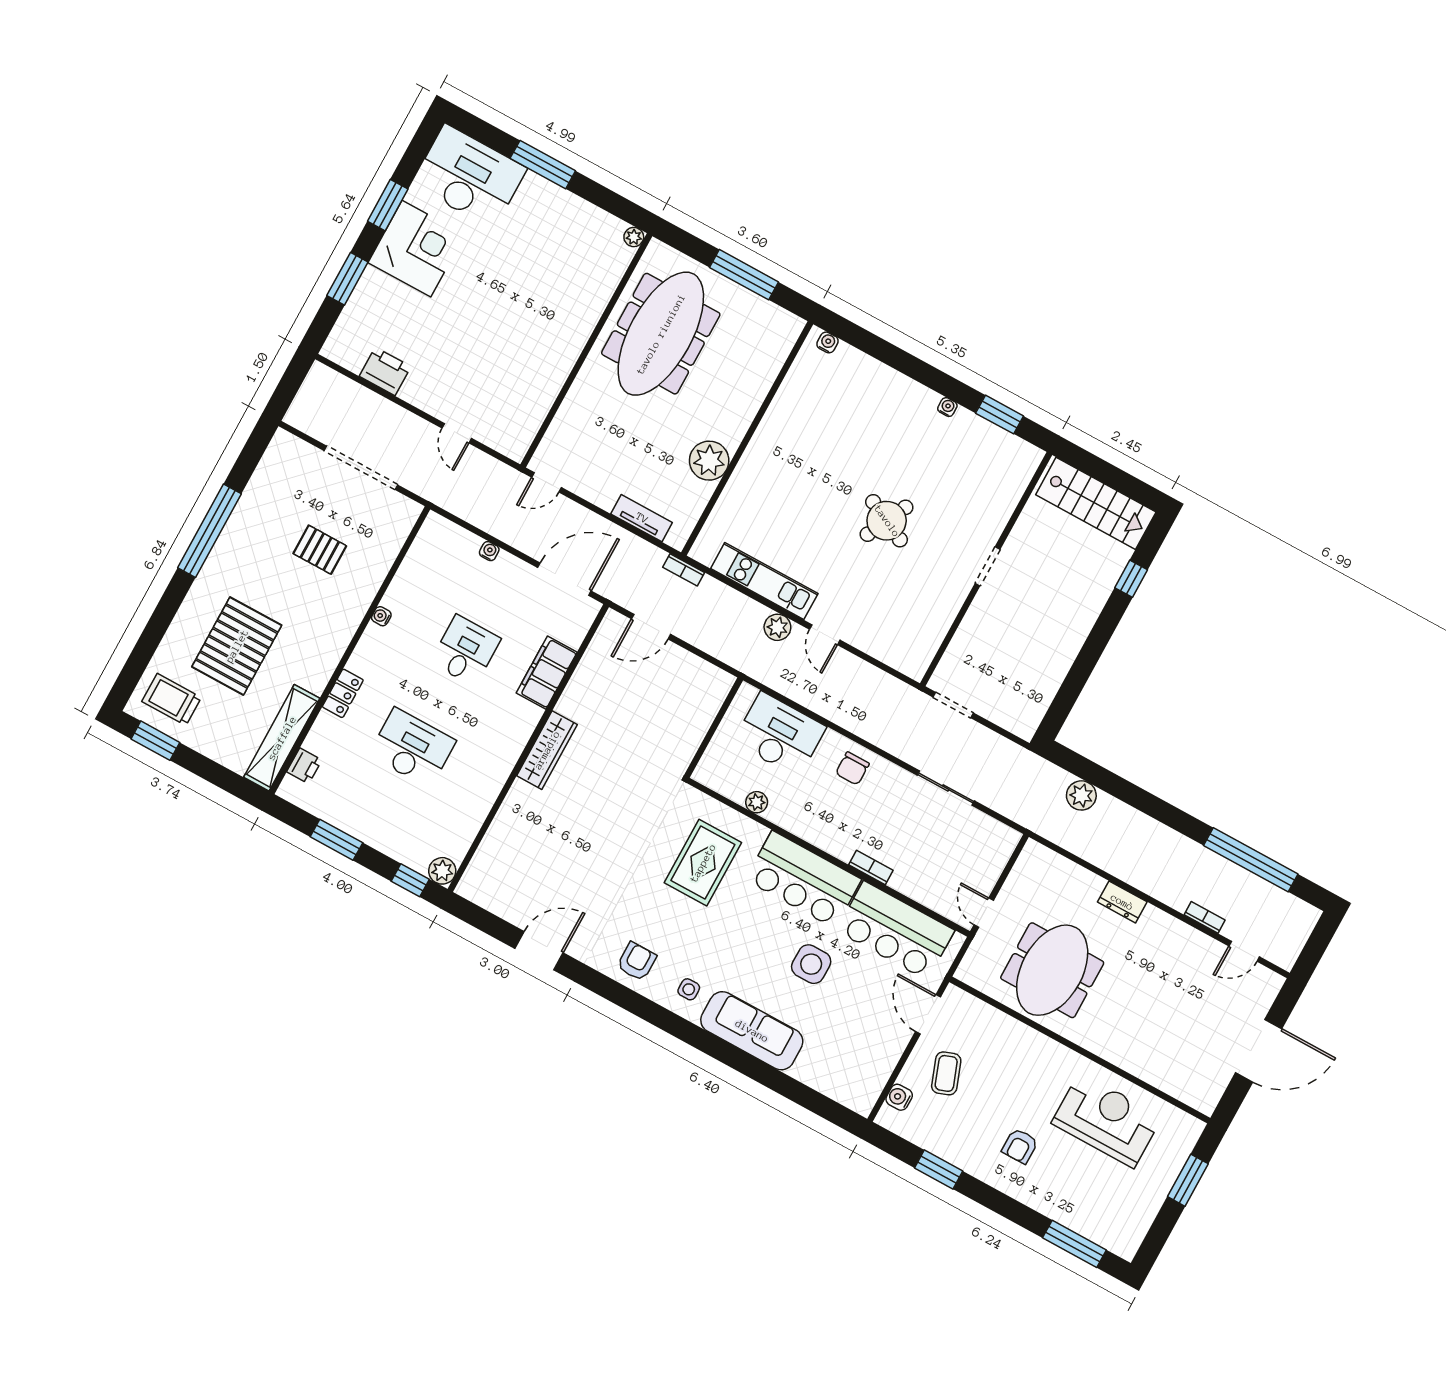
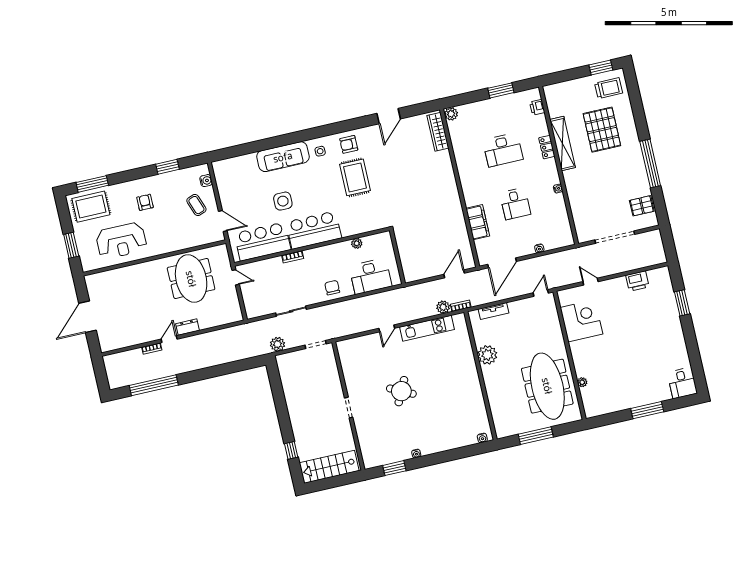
desk: (469, 176) -> (682, 383), width x0.53, depth x0.77
window: (388, 205) -> (691, 344), removed
plant: (634, 237) -> (582, 382), moved
corner desk: (416, 249) -> (581, 321), moved, turned 180
pallet: (320, 550) -> (642, 206), moved
plant: (777, 627) -> (443, 307), moved
door: (825, 635) -> (387, 328), swing flipped
shelving: (282, 738) -> (563, 144), moved
wardrobe: (547, 750) -> (438, 132), moved
plant: (1081, 795) -> (277, 344), moved
rug: (703, 863) -> (355, 177), moved
window: (410, 880) -> (460, 100), removed
door: (1244, 951) -> (169, 339), moved
armchair: (637, 961) -> (349, 144), turned 90
rug: (1107, 1212) -> (91, 207), added

